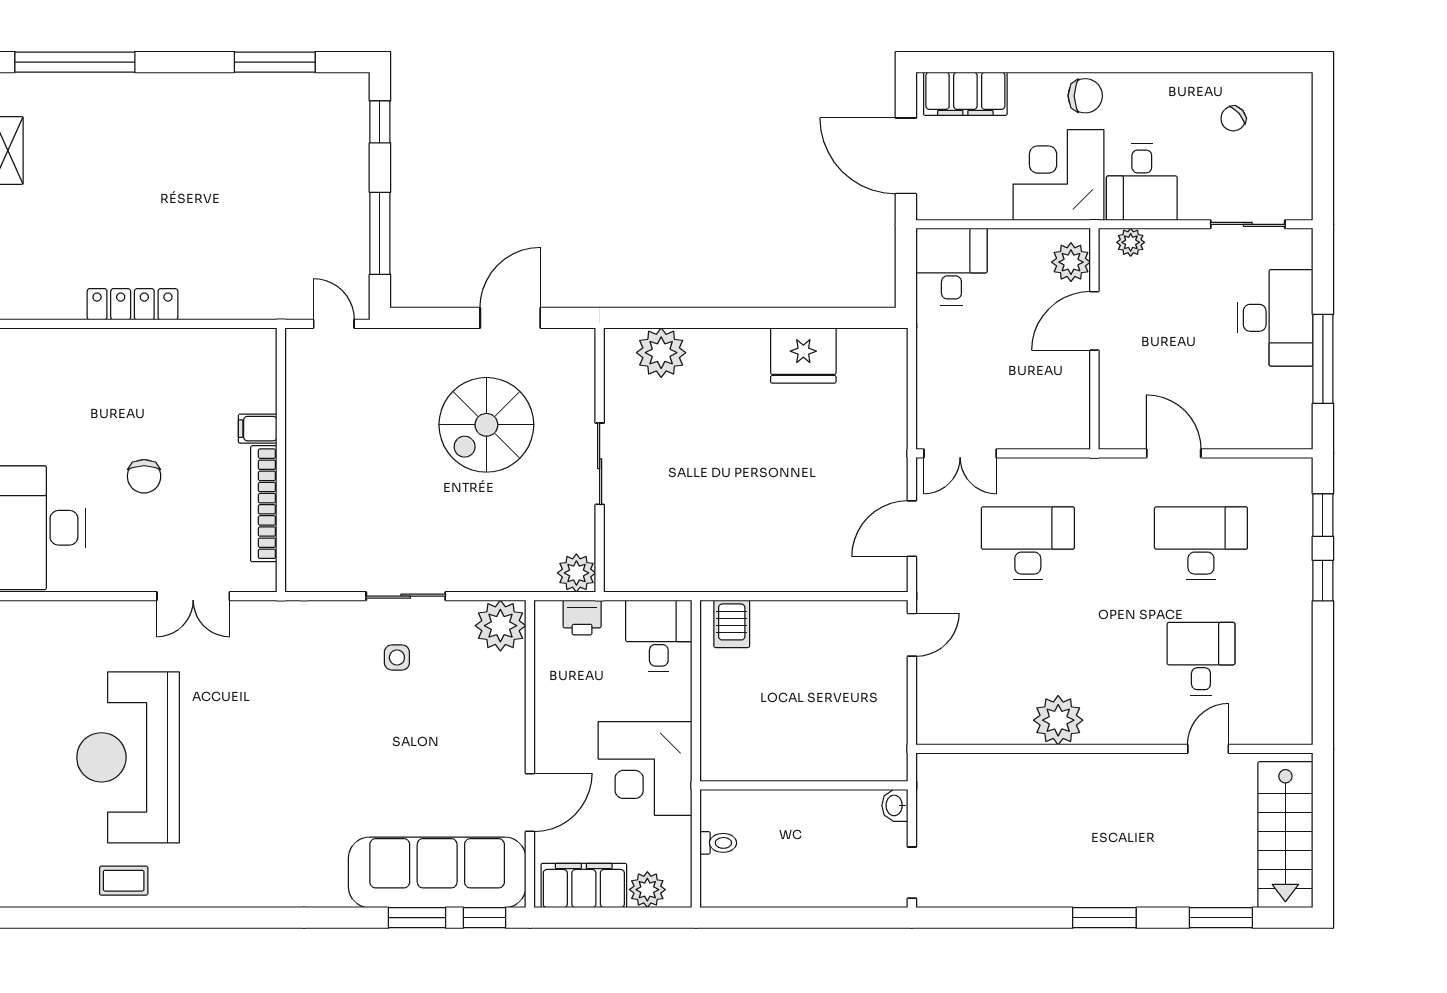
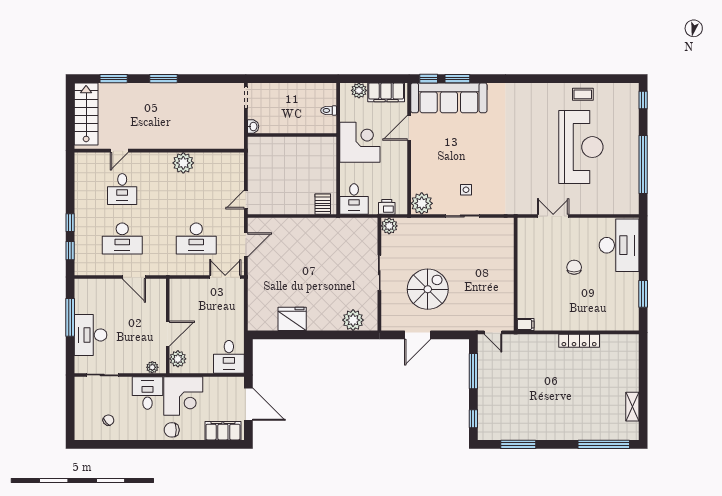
filing cabinet: (258, 429) -> (526, 324), moved
bookcase: (264, 504) -> (523, 255), removed

